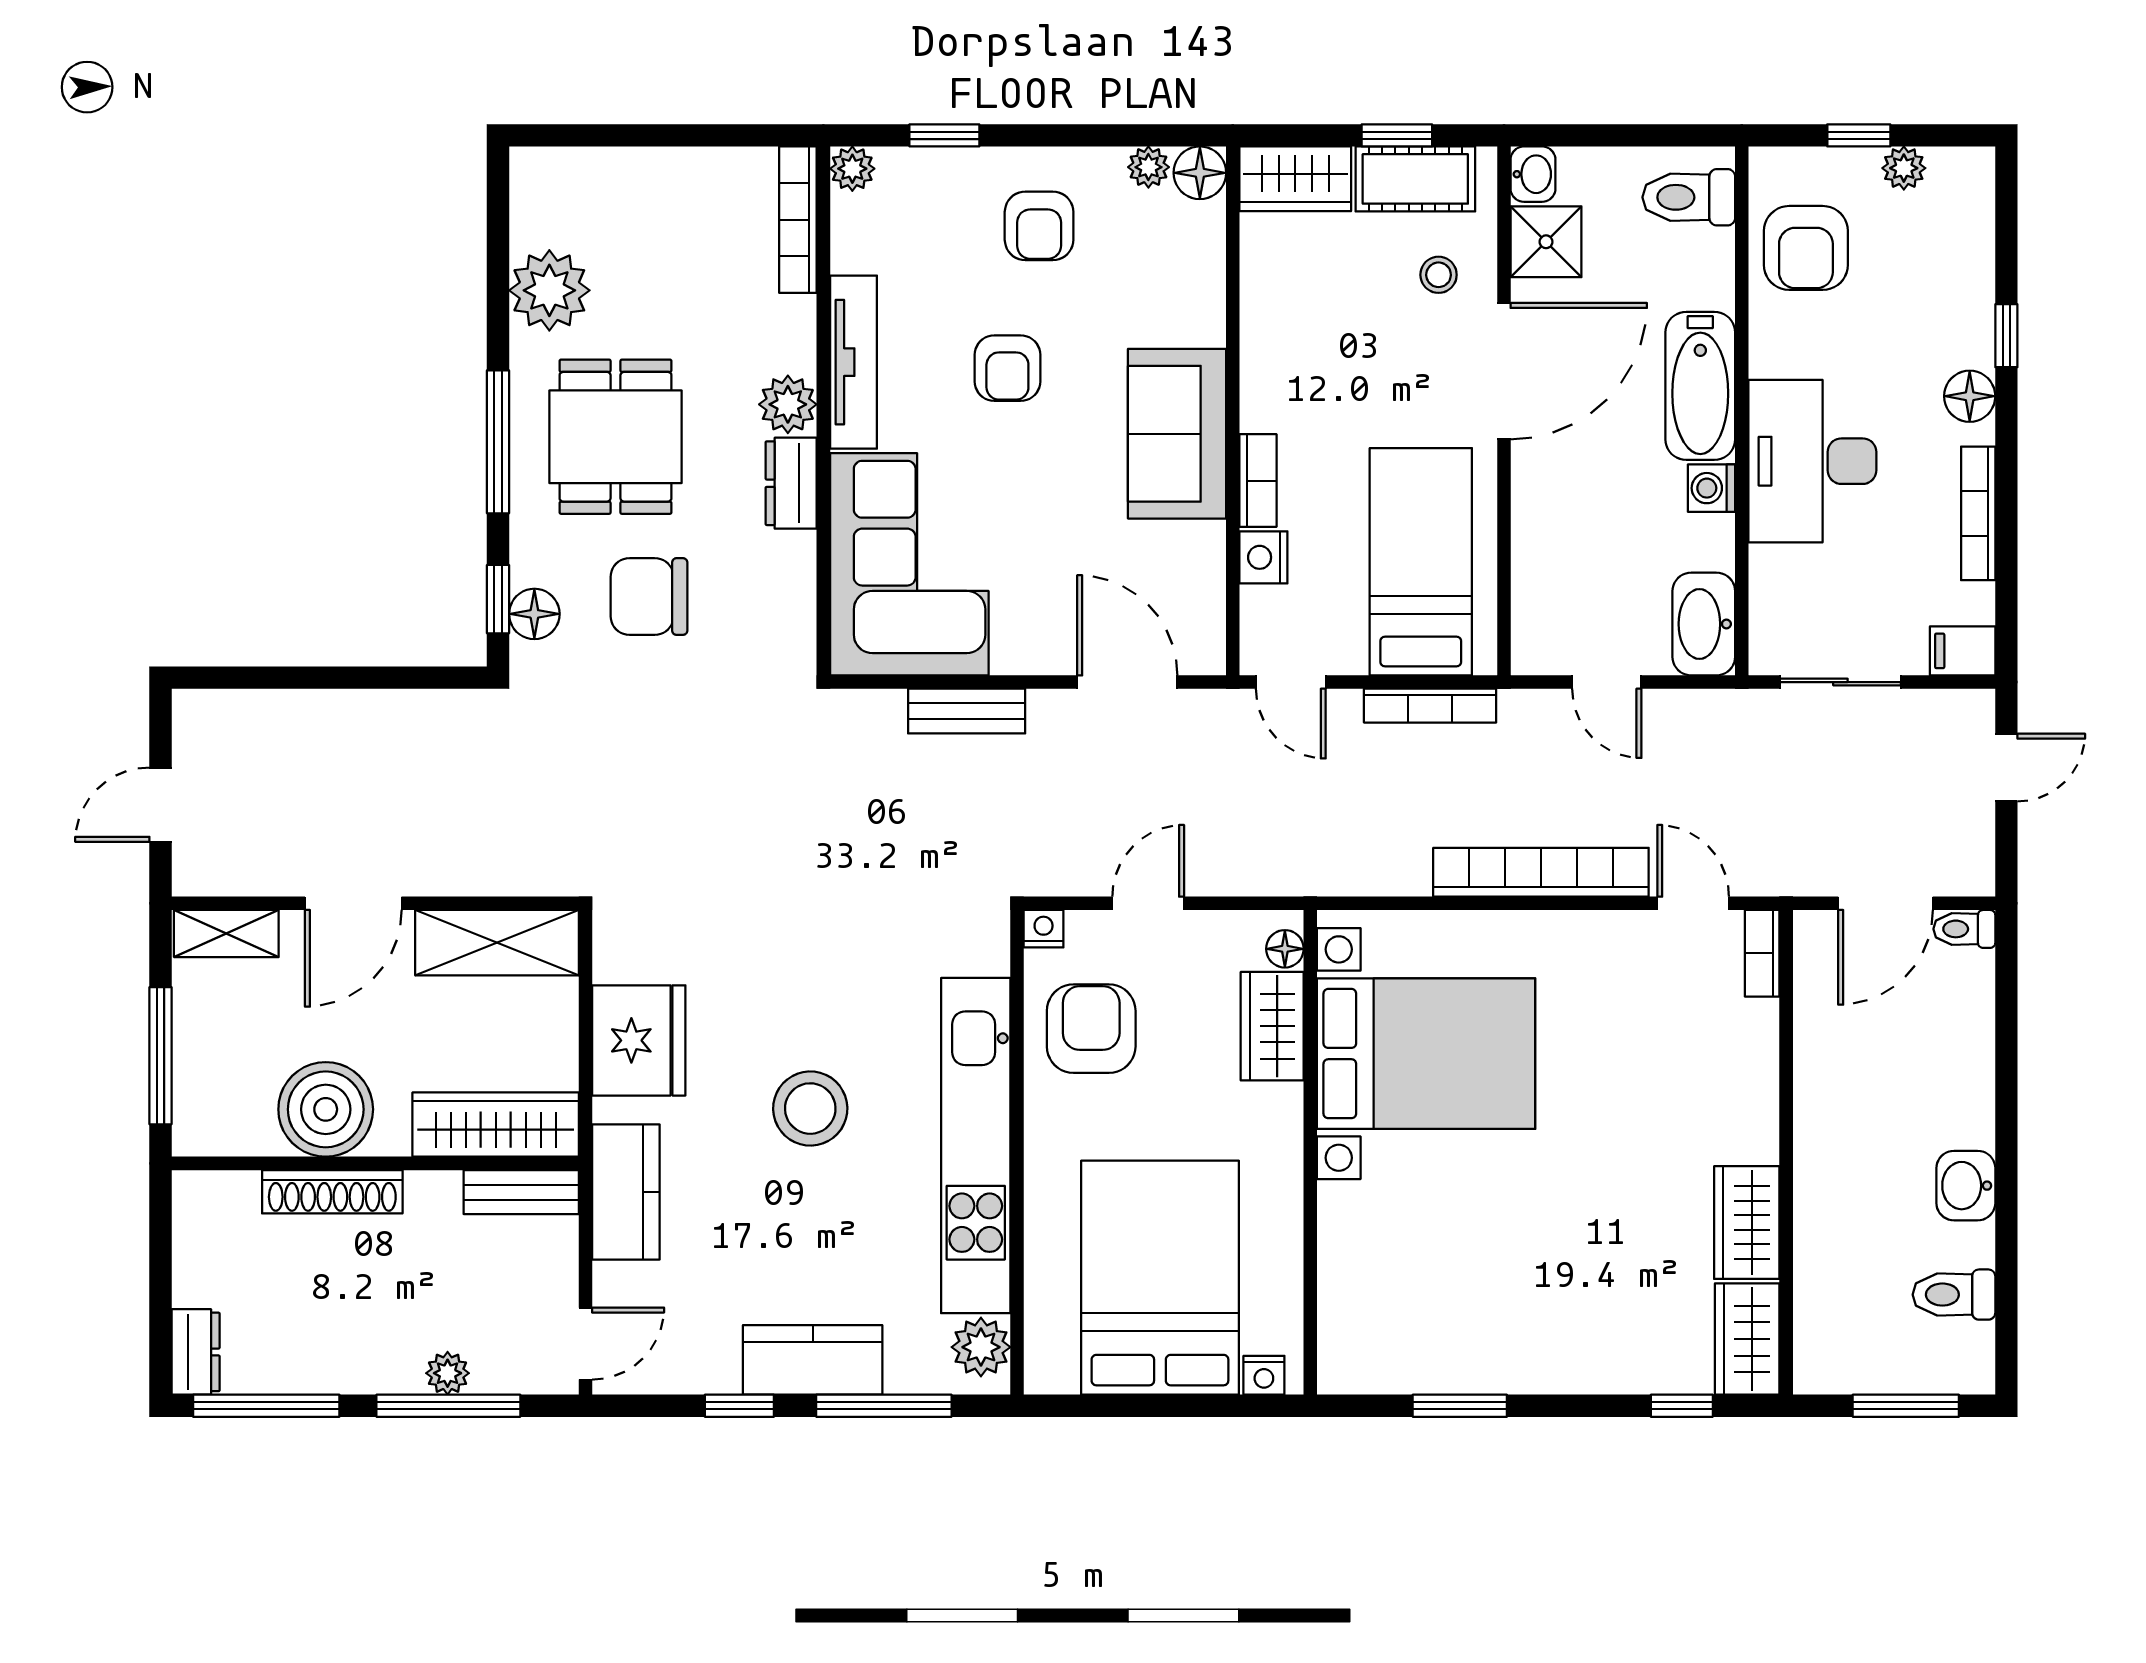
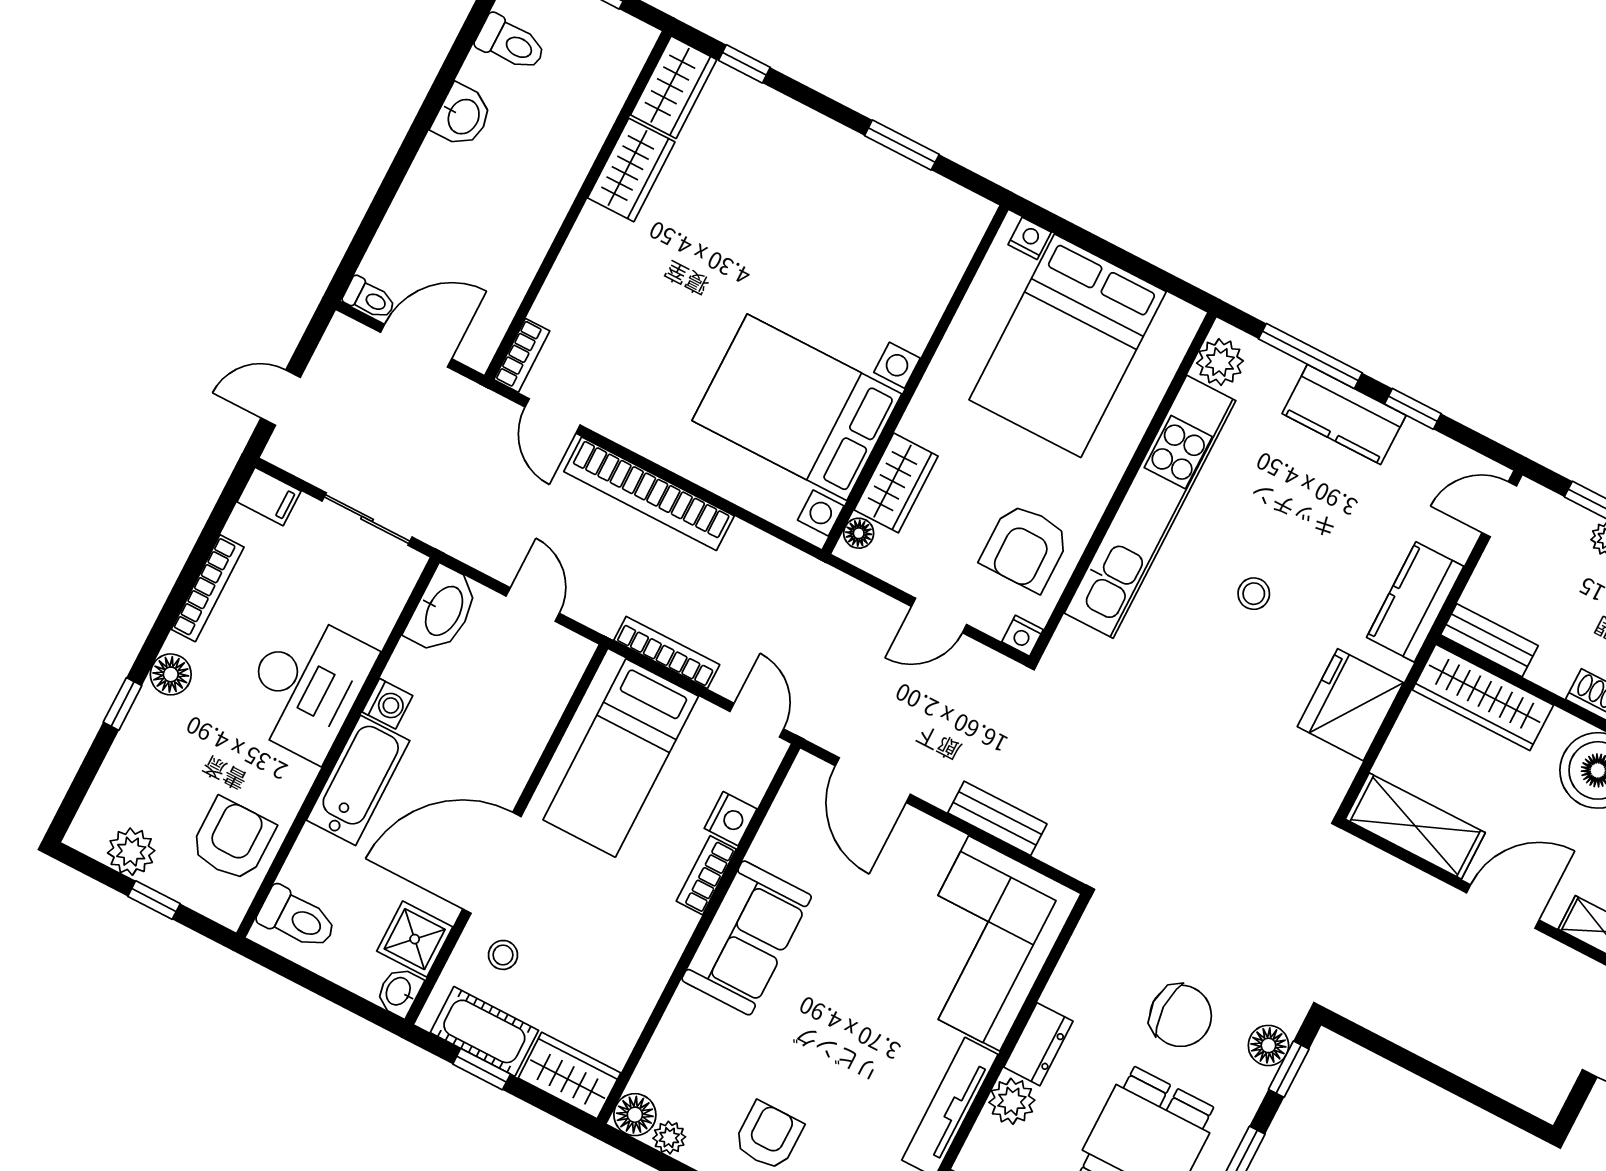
plant: (1904, 168) -> (131, 852), width x1.38, depth x1.38
armchair: (1007, 368) -> (843, 1047), removed
stool: (810, 1109) -> (1254, 594), width x0.53, depth x0.53

